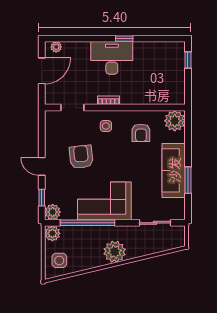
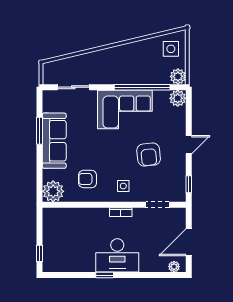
armchair: (141, 133) -> (88, 179), turned -90
door: (42, 166) -> (189, 145), hinge flipped
window: (42, 198) -> (189, 184), moved
plant: (115, 252) -> (114, 58), removed

